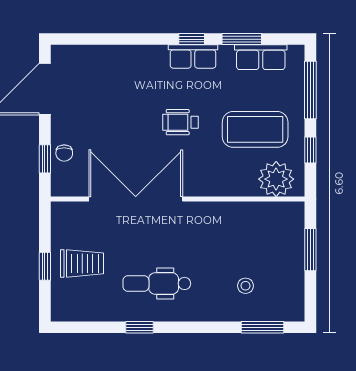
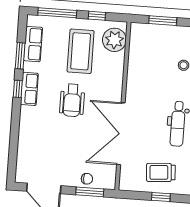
wheelchair: (181, 122) -> (72, 100), width x1.36, depth x1.37
window: (45, 159) -> (90, 192), width x1.50
trolley: (82, 263) -> (161, 172), turned -94

